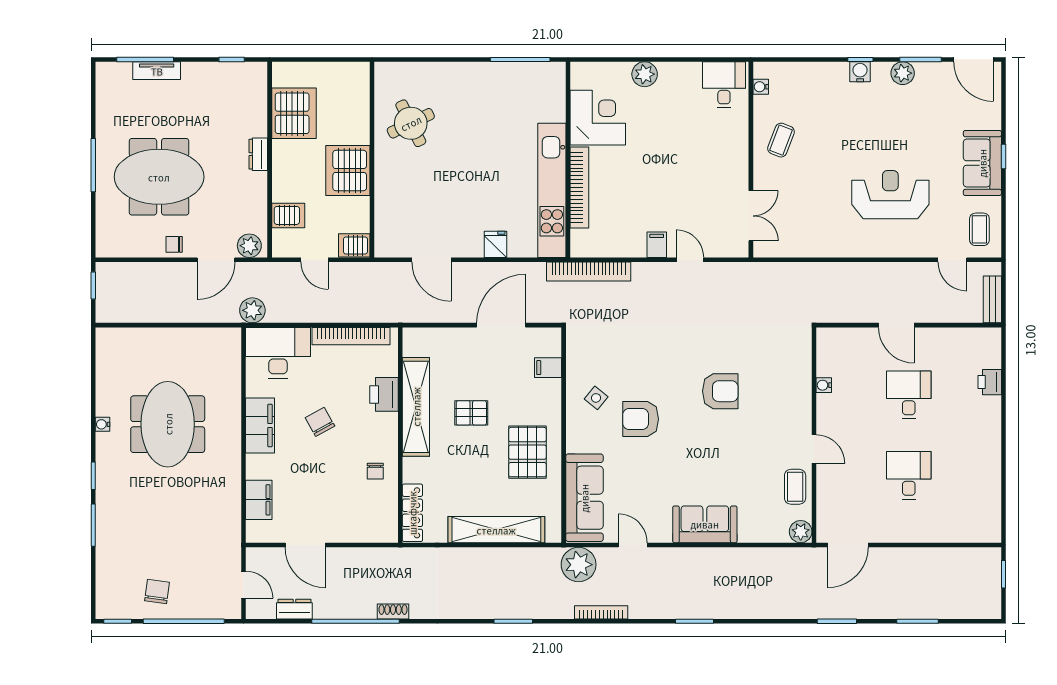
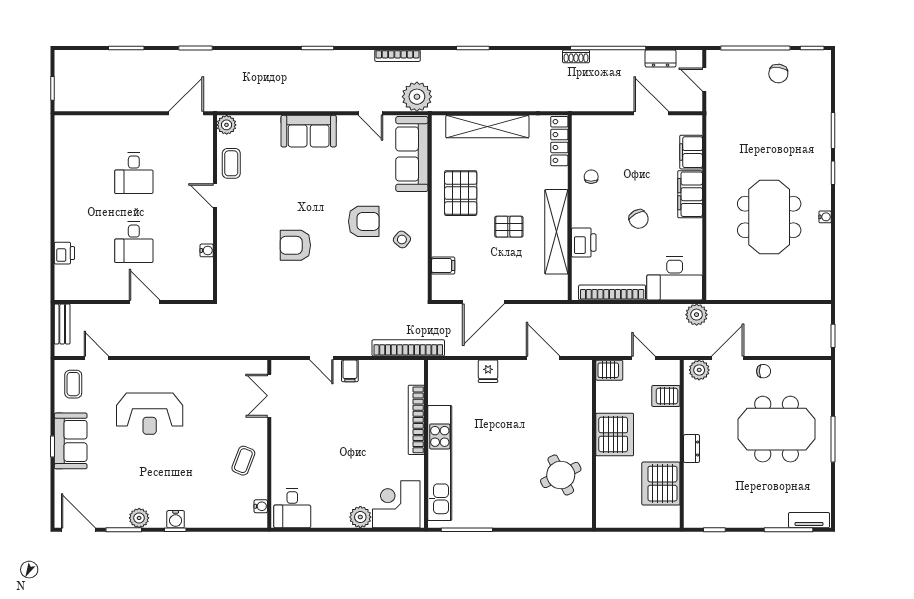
tv unit: (157, 71) -> (809, 520), moved
corner desk: (598, 118) -> (396, 504), moved, turned 90
kitchen unit: (552, 190) -> (440, 463), moved
filing cabinet: (260, 426) -> (690, 194), moved

